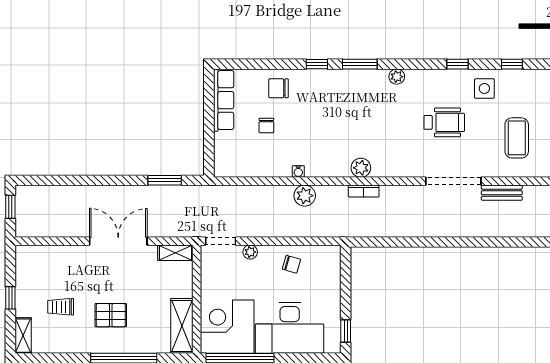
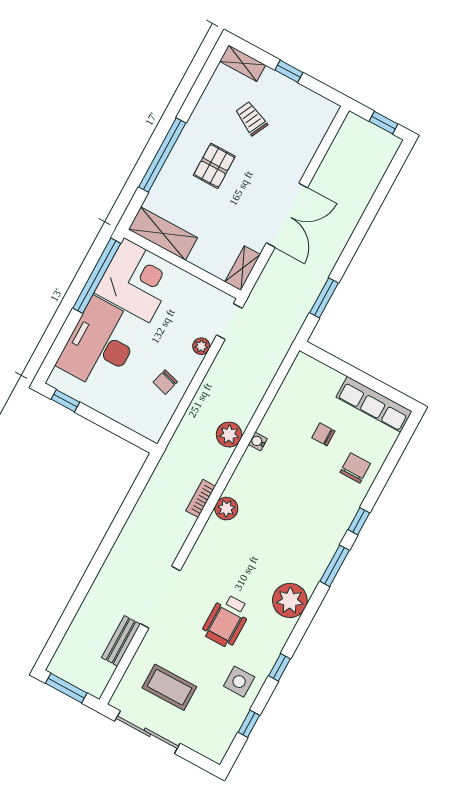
plant: (397, 77) -> (290, 600), width x1.87, depth x1.87
trolley: (61, 307) -> (251, 118), turned -64

